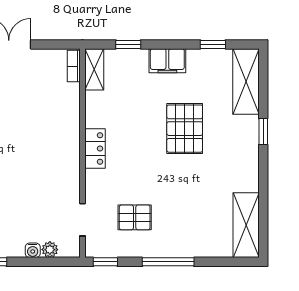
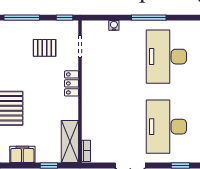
shelving: (94, 69) -> (70, 141), width x1.50, depth x1.33
locker: (95, 149) -> (72, 83), moved
plant: (50, 250) -> (102, 26), removed

